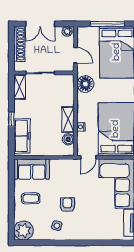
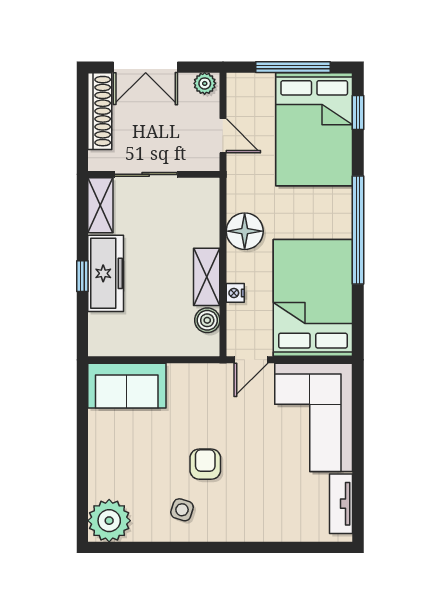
floor lamp: (85, 84) -> (245, 231), moved
freezer: (22, 136) -> (106, 273), moved
coffee table: (31, 198) -> (125, 450), removed

